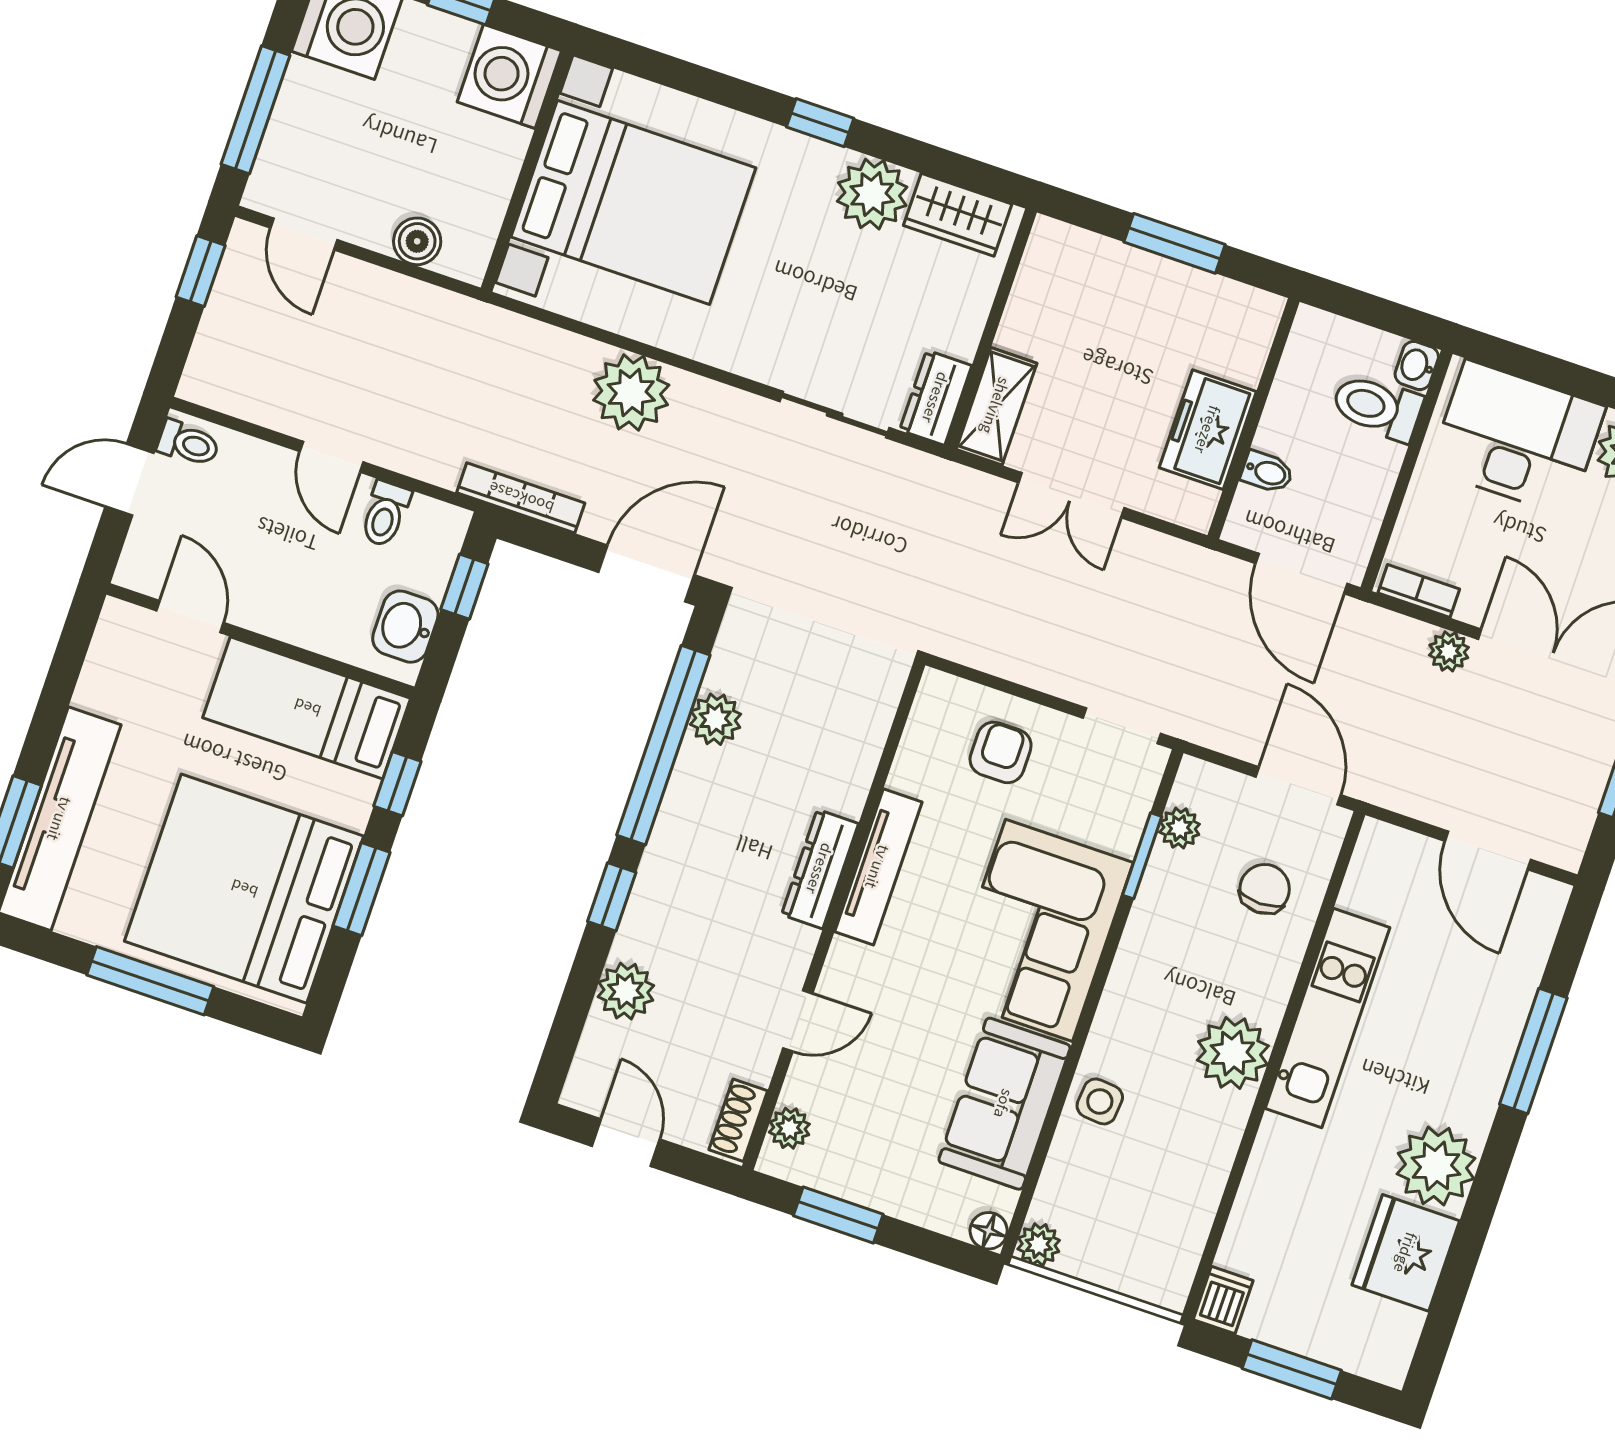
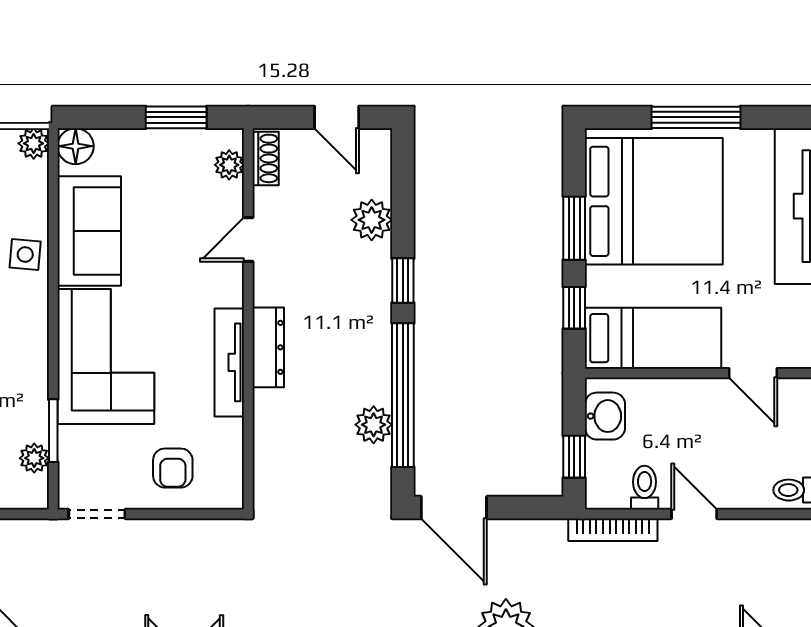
bookcase: (521, 498) -> (613, 530), moved
door: (646, 573) -> (454, 508), hinge flipped
floor lamp: (989, 1231) -> (76, 146), width x1.37, depth x1.37

